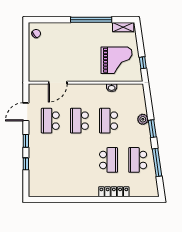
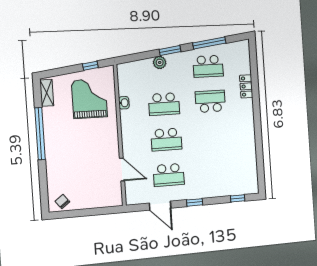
window: (26, 164) -> (238, 198), moved
locker: (114, 192) -> (246, 86), width x0.66

